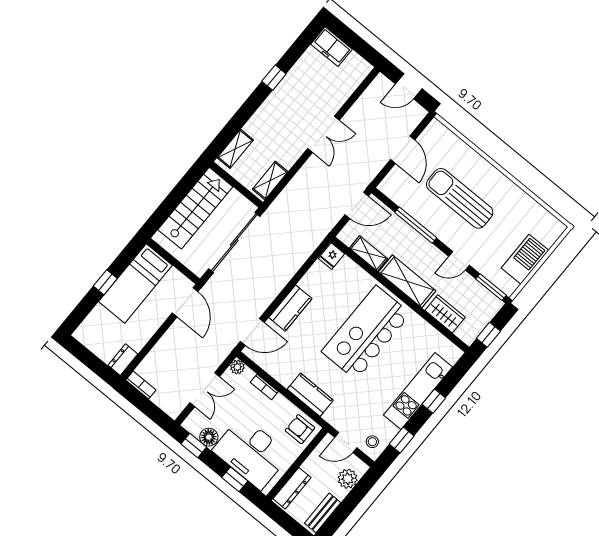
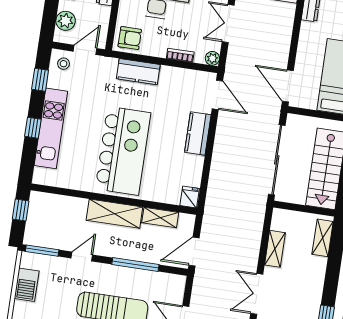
shelving: (270, 180) -> (275, 249), moved
barbecue: (525, 259) -> (27, 285), width x0.73, depth x0.83
wardrobe: (445, 314) -> (67, 206), removed
door: (252, 332) -> (217, 95), swing flipped

